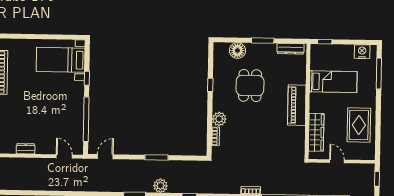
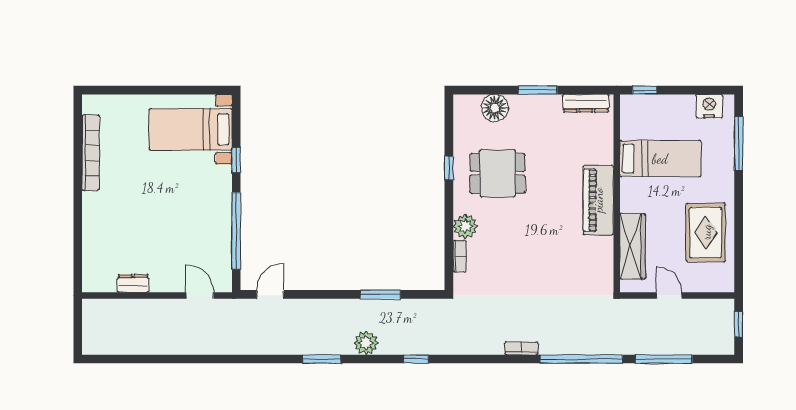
dining table: (250, 85) -> (498, 173), moved, turned 90
window: (157, 157) -> (380, 294), moved

